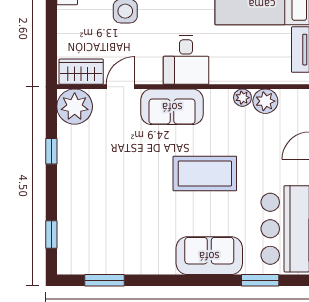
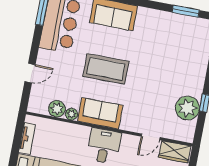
plant: (75, 107) -> (187, 108), moved
sofa: (172, 107) -> (100, 113), moved

